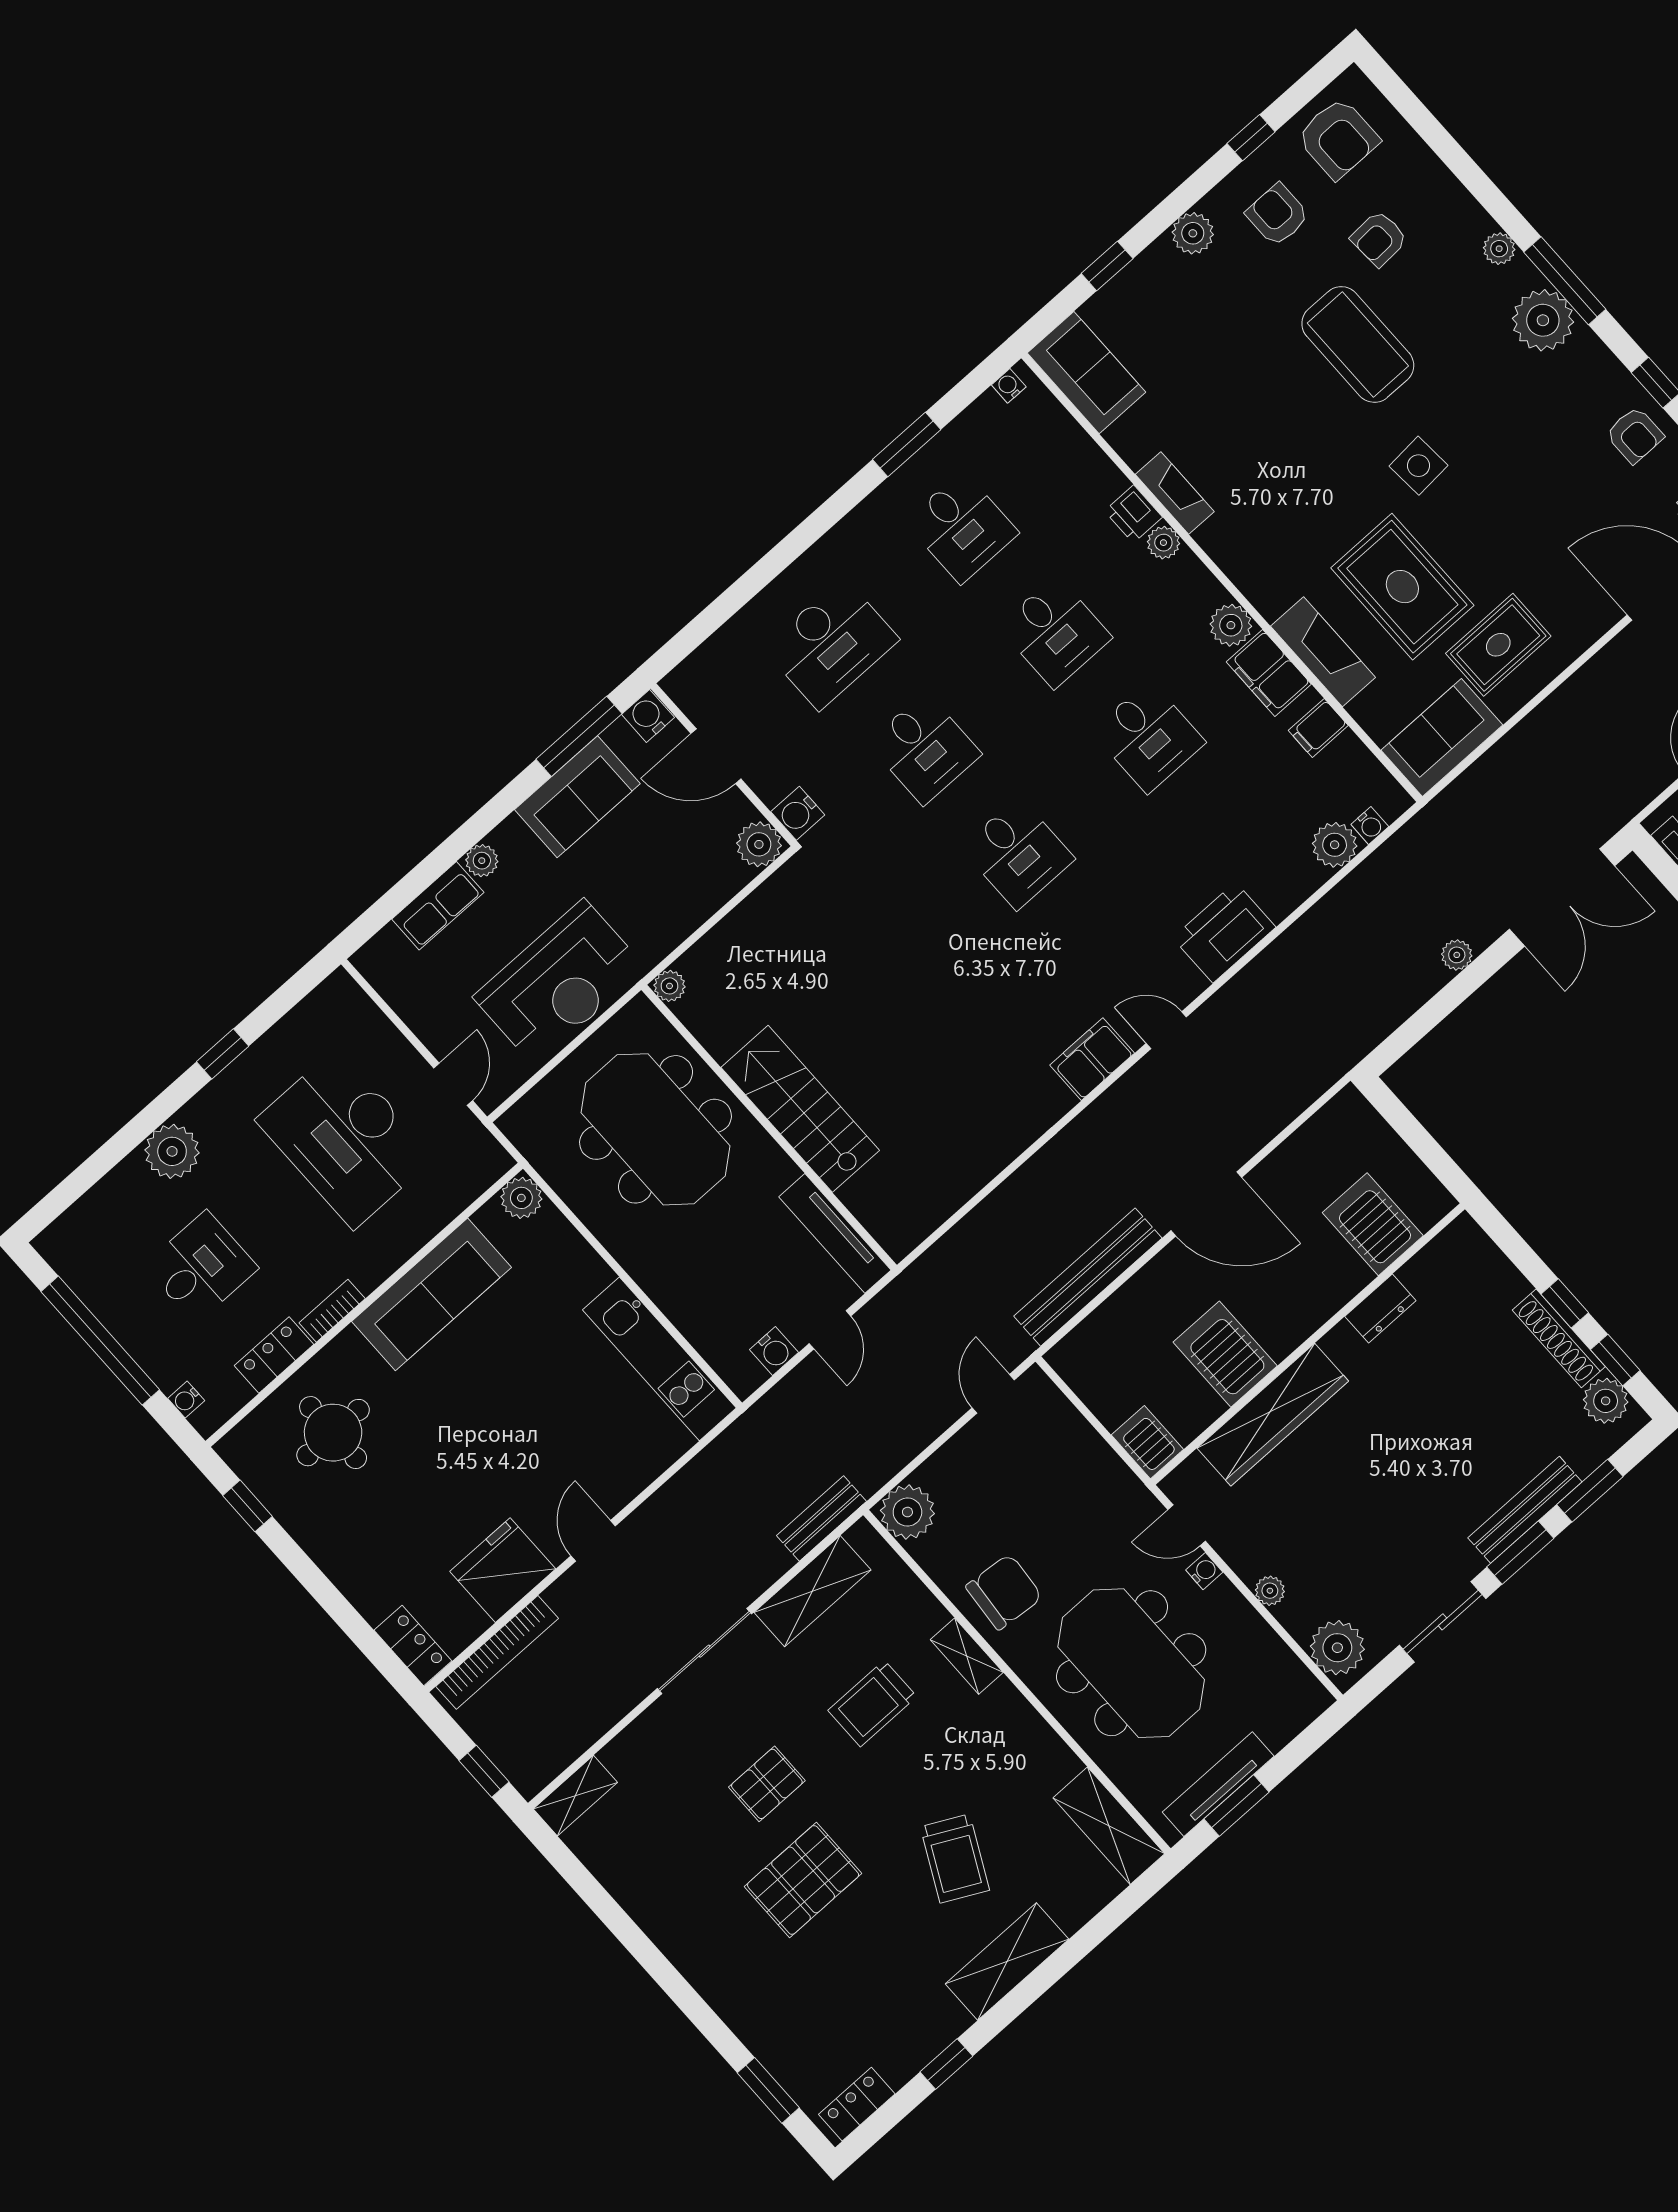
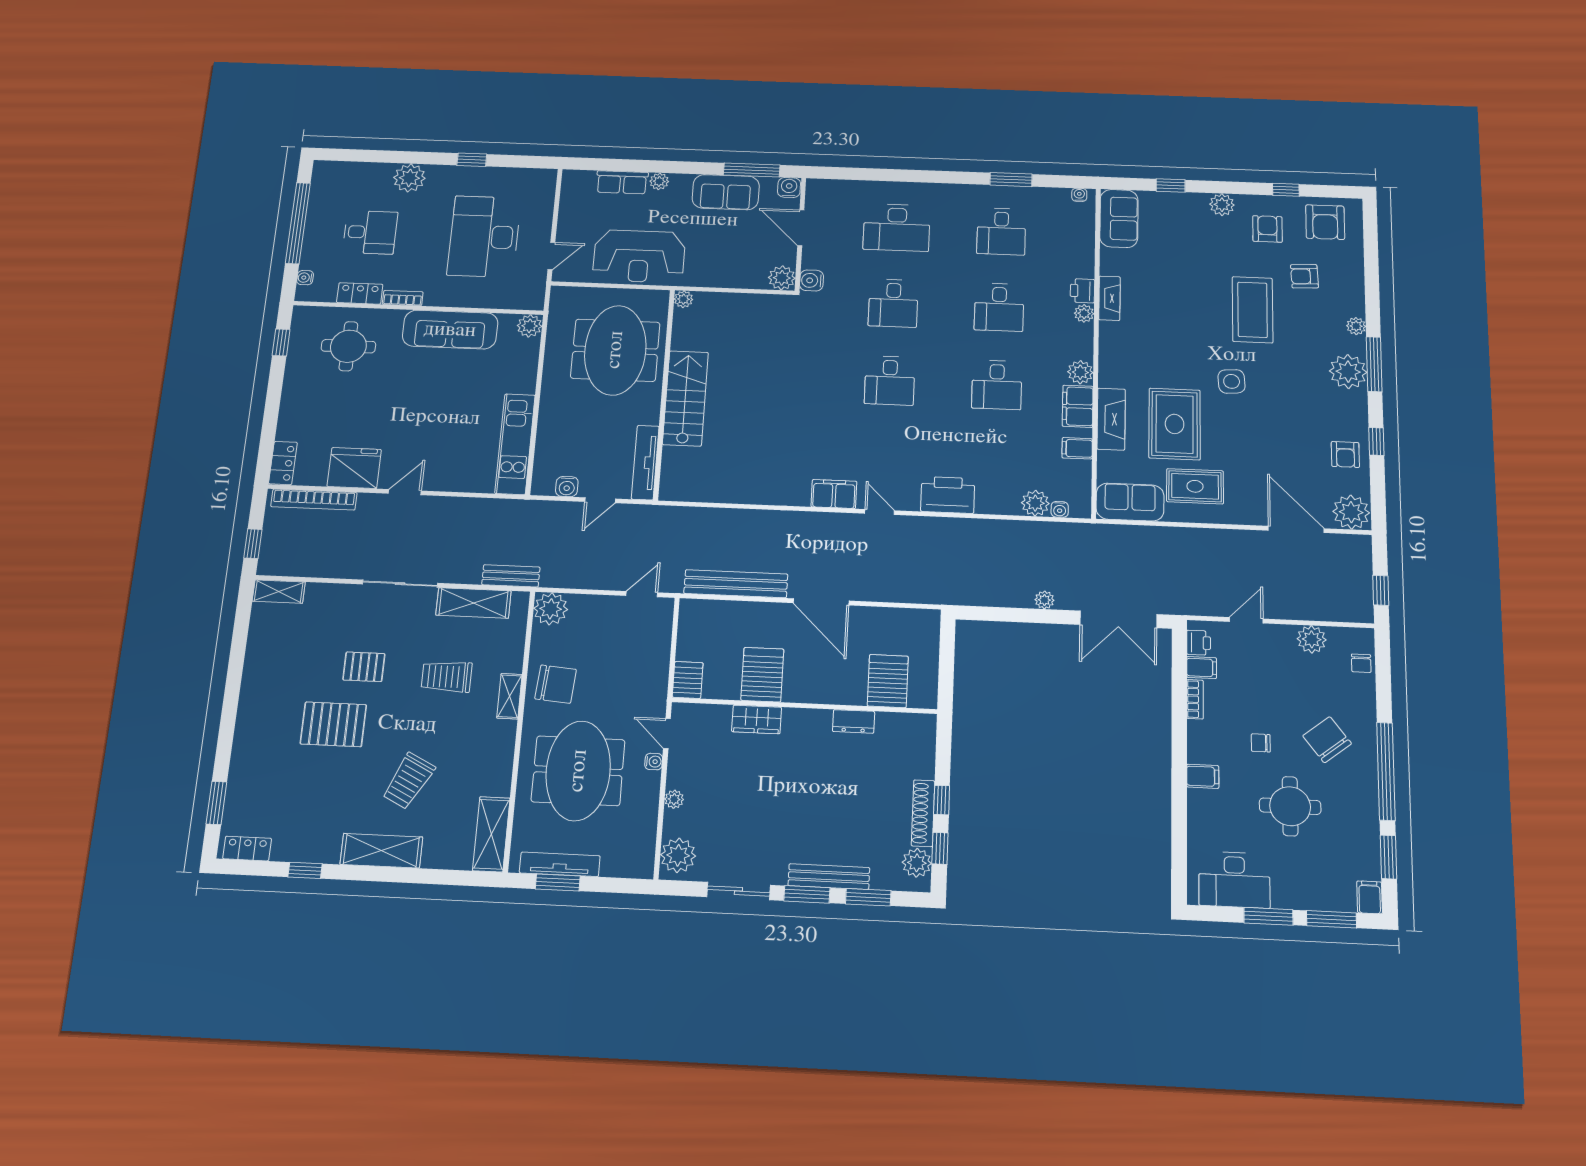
wardrobe: (1273, 1415) -> (757, 719), width x0.48, depth x0.85

